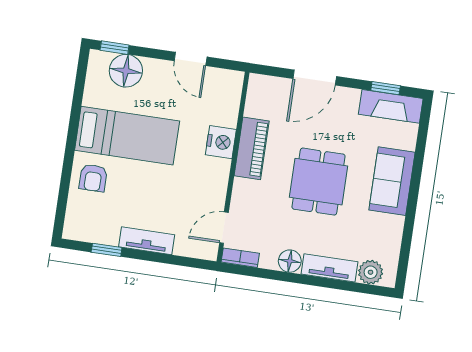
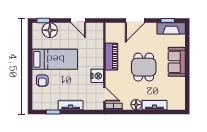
nightstand: (221, 142) -> (97, 76), moved
door: (224, 228) -> (104, 94), swing flipped
plant: (371, 272) -> (173, 104), removed

